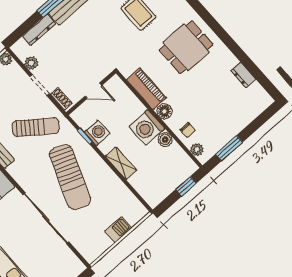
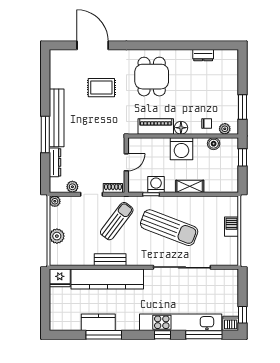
boiler: (165, 139) -> (214, 144), moved

